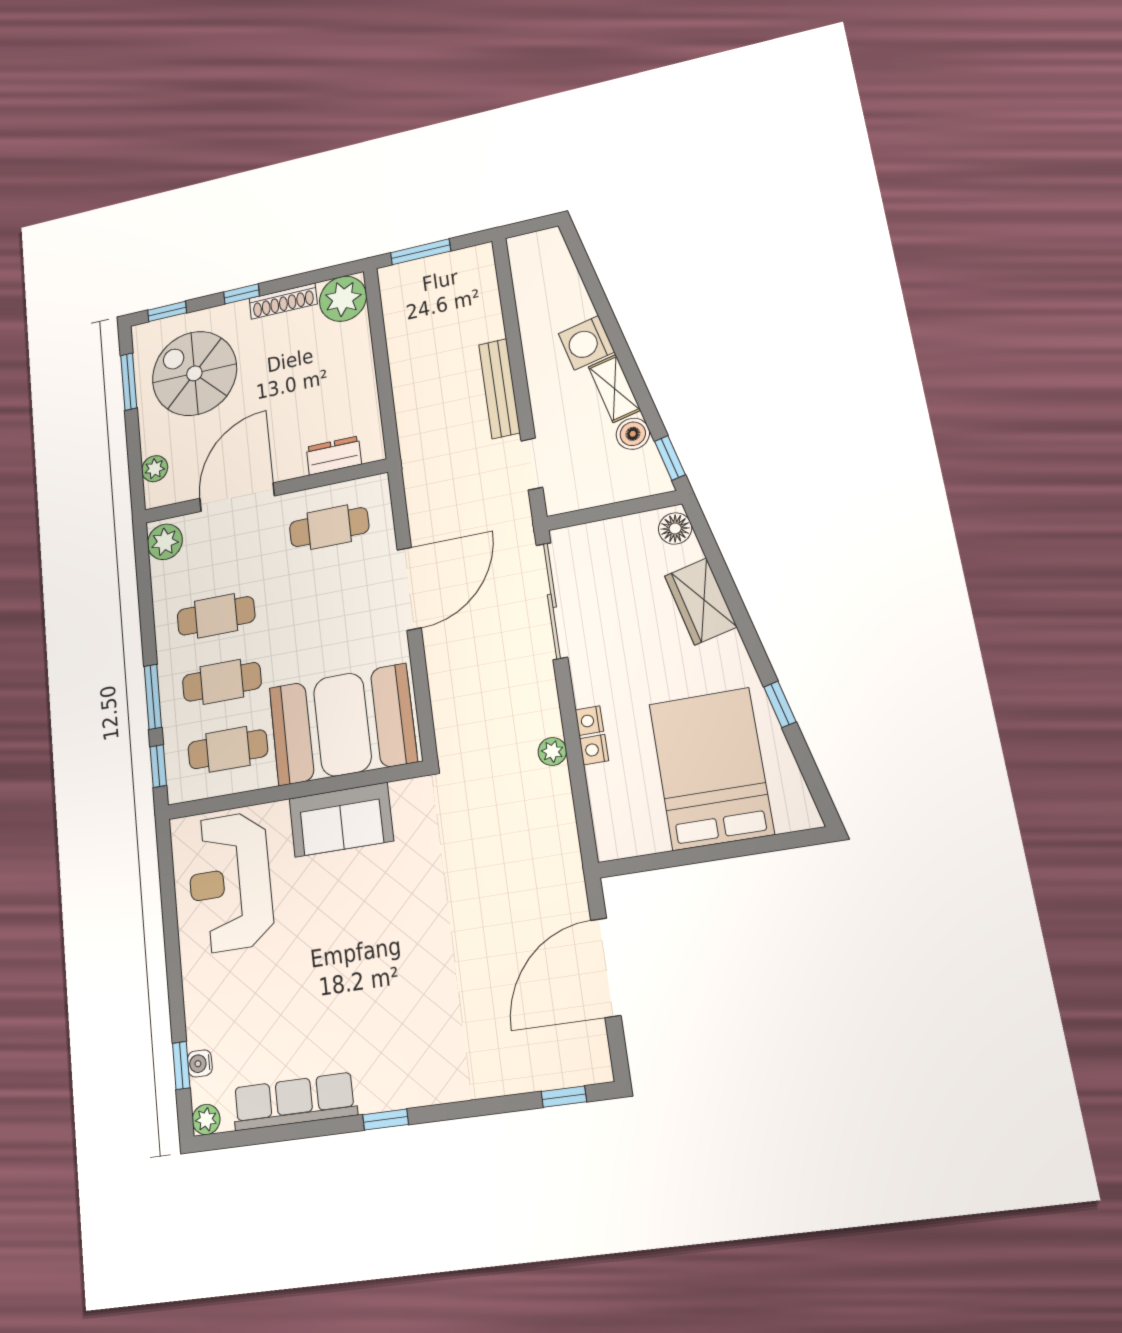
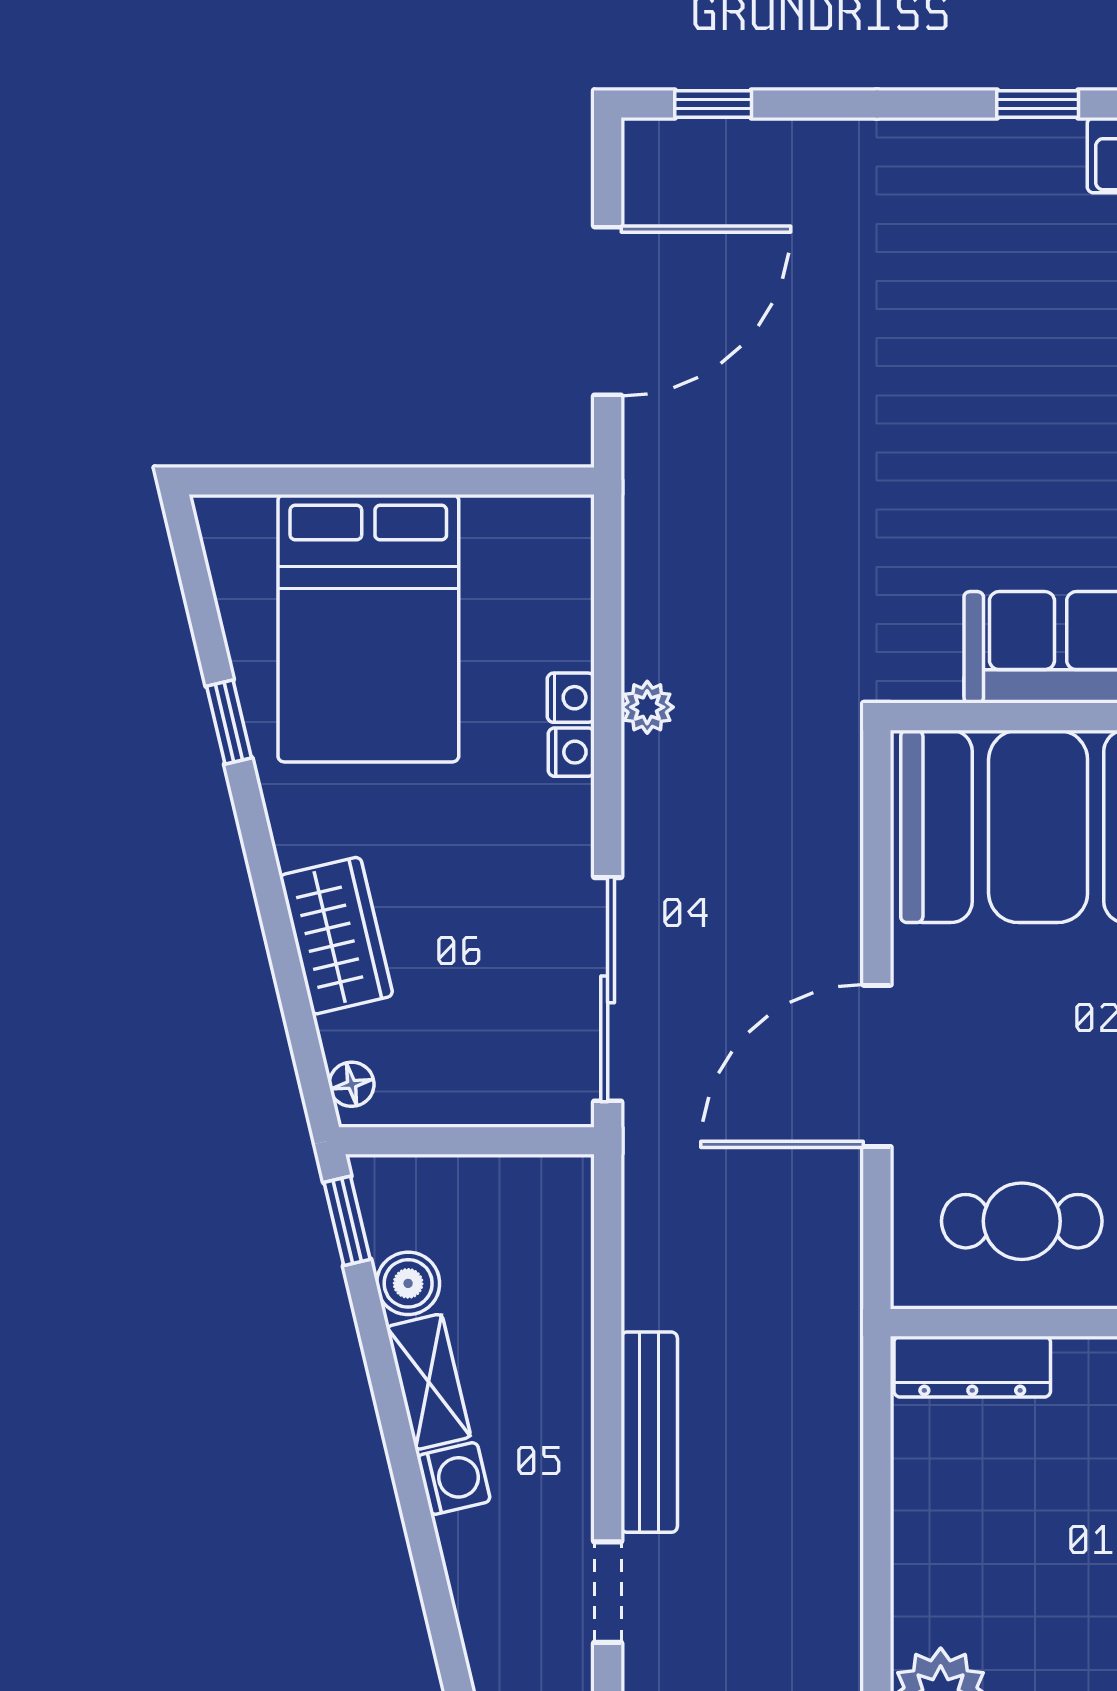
washing machine: (586, 343) -> (454, 1478), width x0.73, depth x0.73
dresser: (334, 456) -> (972, 1367), width x1.44
doorway: (532, 464) -> (608, 1592), moved
floor lamp: (675, 528) -> (352, 1084), width x0.73, depth x0.73

